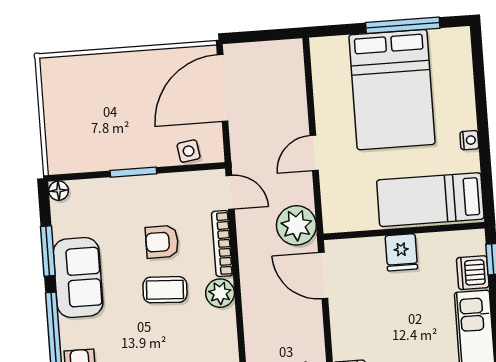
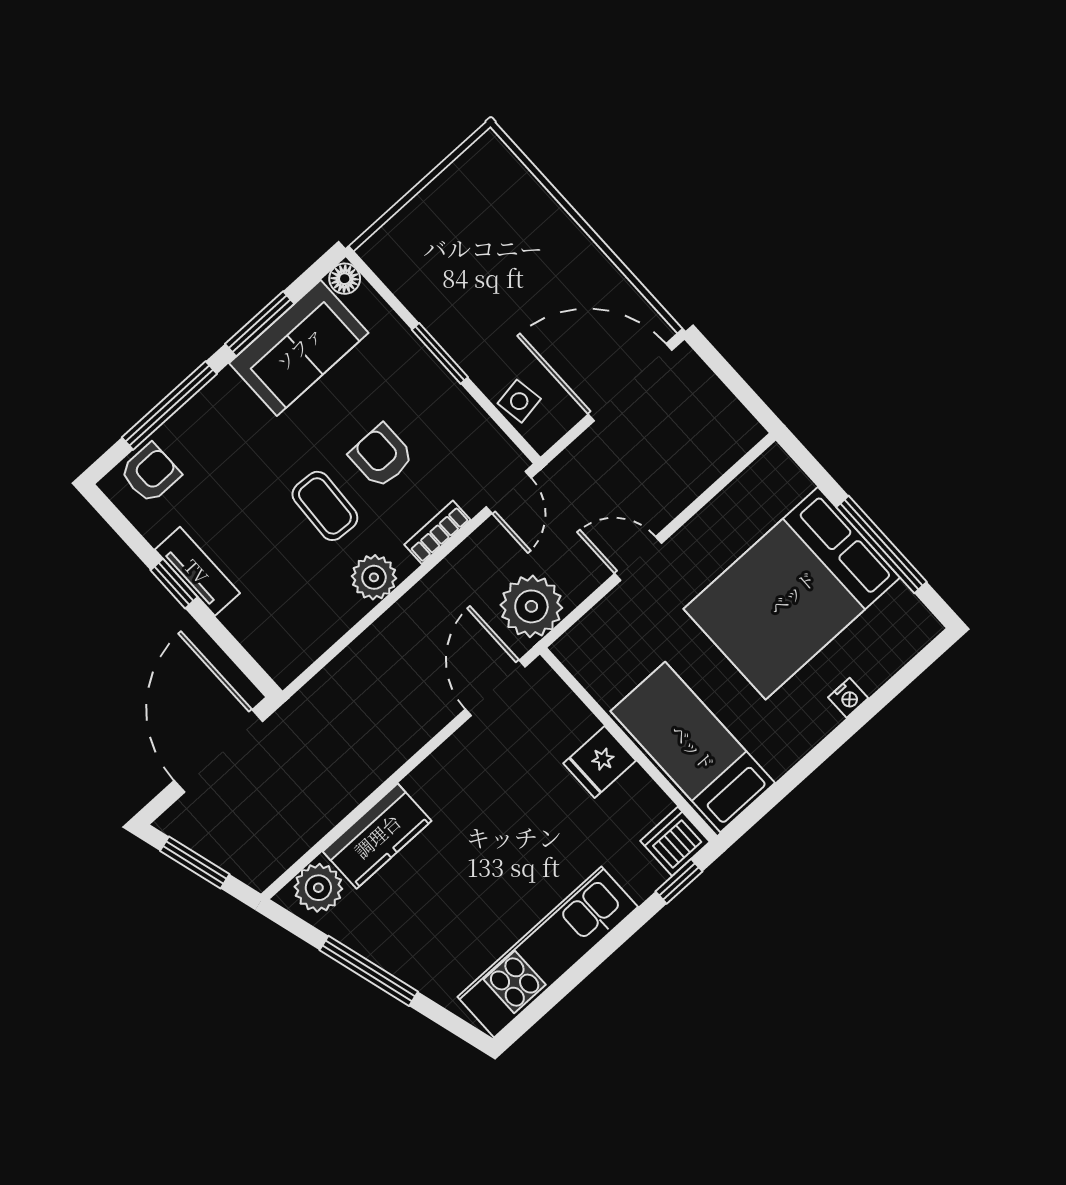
nightstand: (469, 140) -> (848, 698), moved
bookcase: (222, 244) -> (437, 532), width x0.64
dishwasher: (473, 273) -> (675, 841), moved
sofa: (78, 277) -> (299, 348), moved

